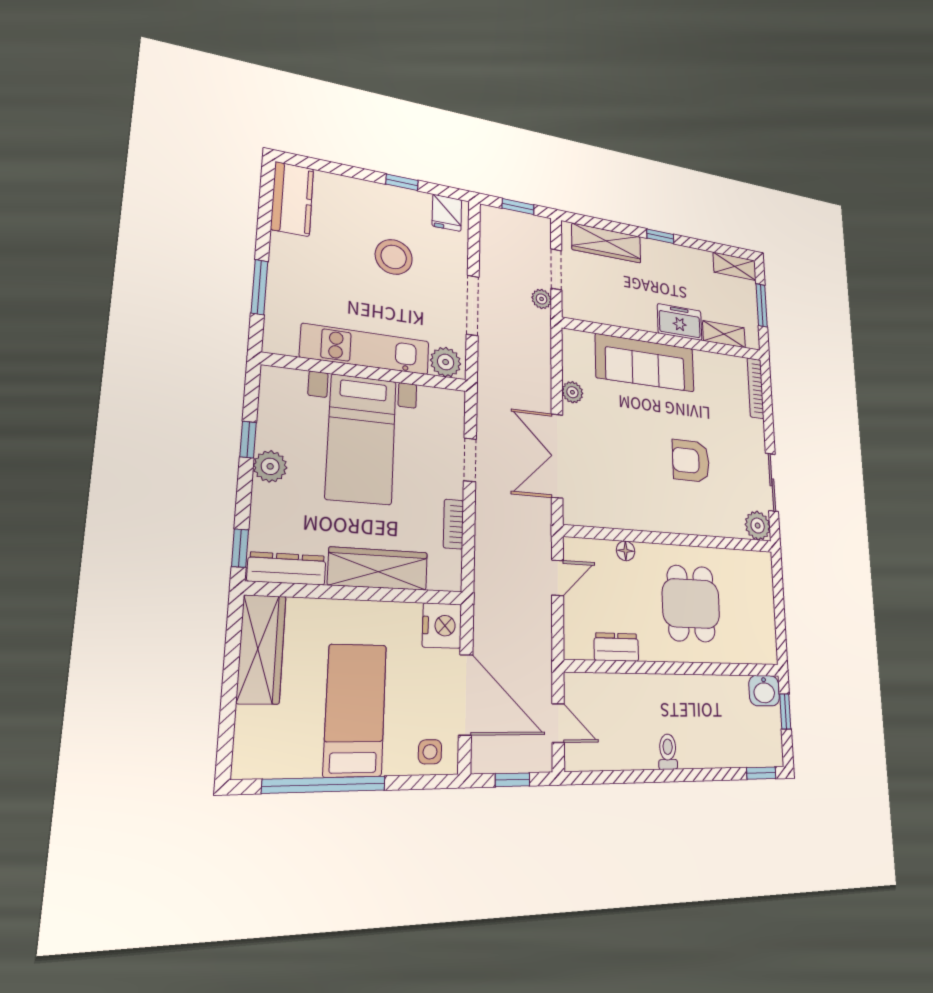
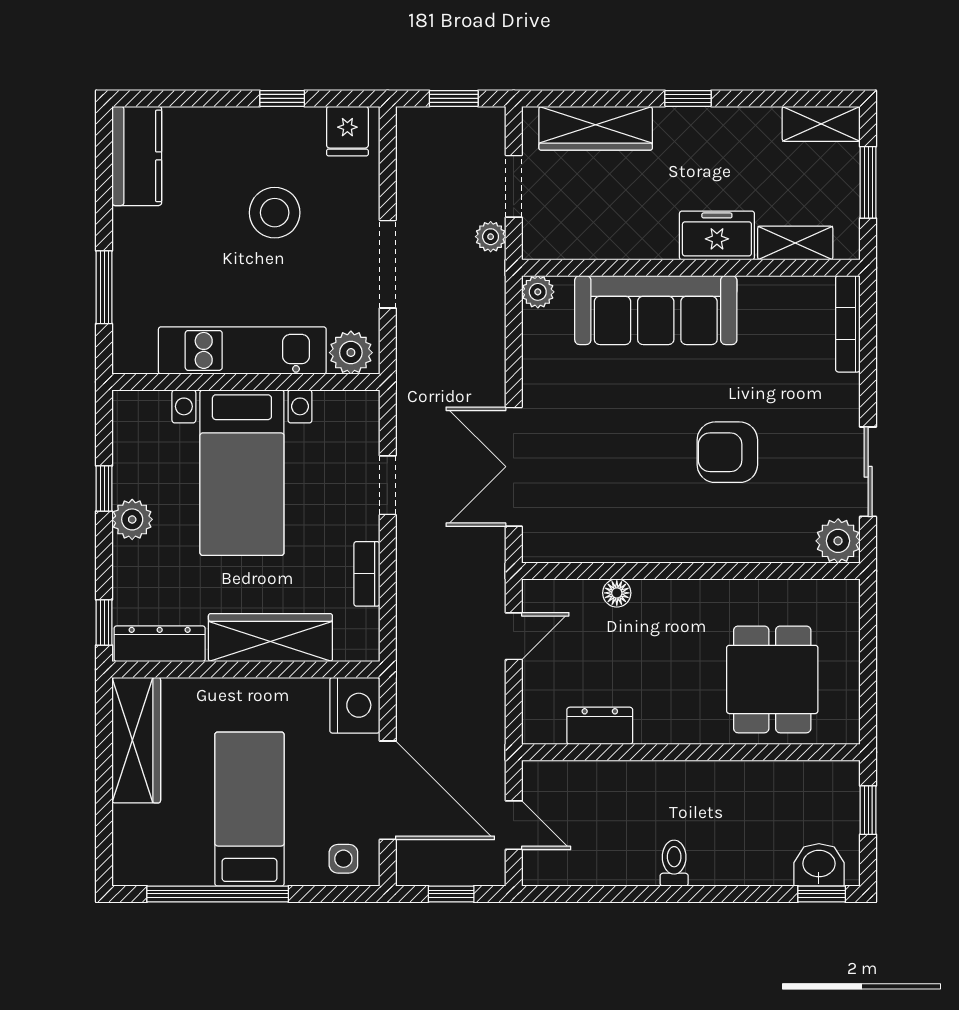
plant: (572, 392) -> (538, 292), moved
dining table: (691, 603) -> (772, 679), moved
washbasin: (764, 691) -> (819, 865), moved, turned 180

